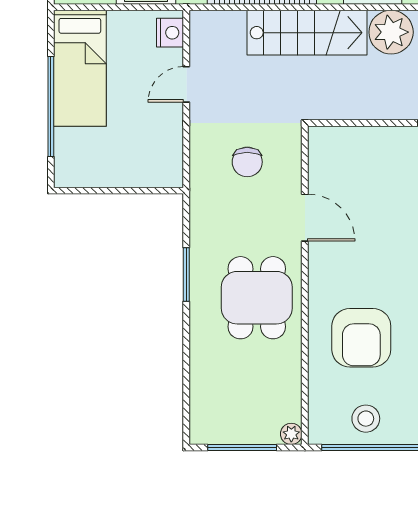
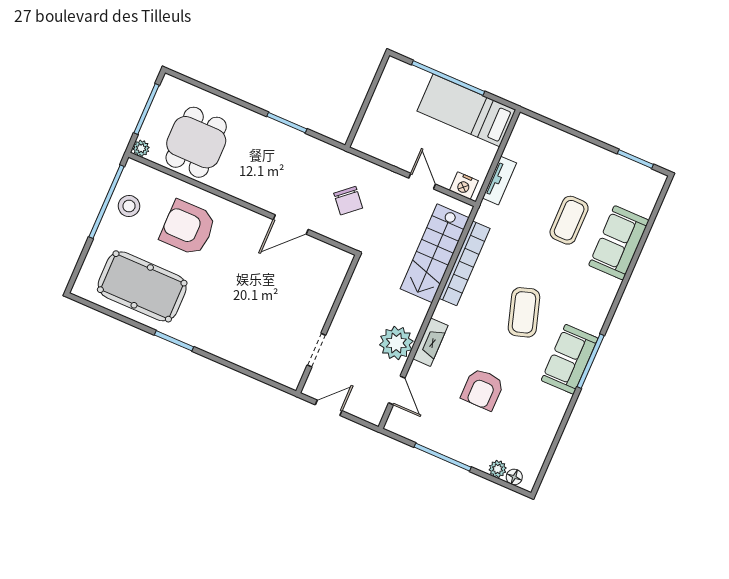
stairs: (307, 33) -> (435, 253), moved
chair: (247, 162) -> (348, 201), turned -131
dining table: (257, 298) -> (196, 142), moved, turned 90

